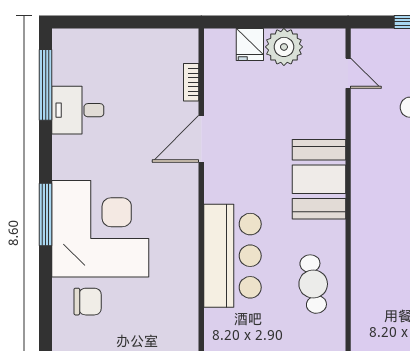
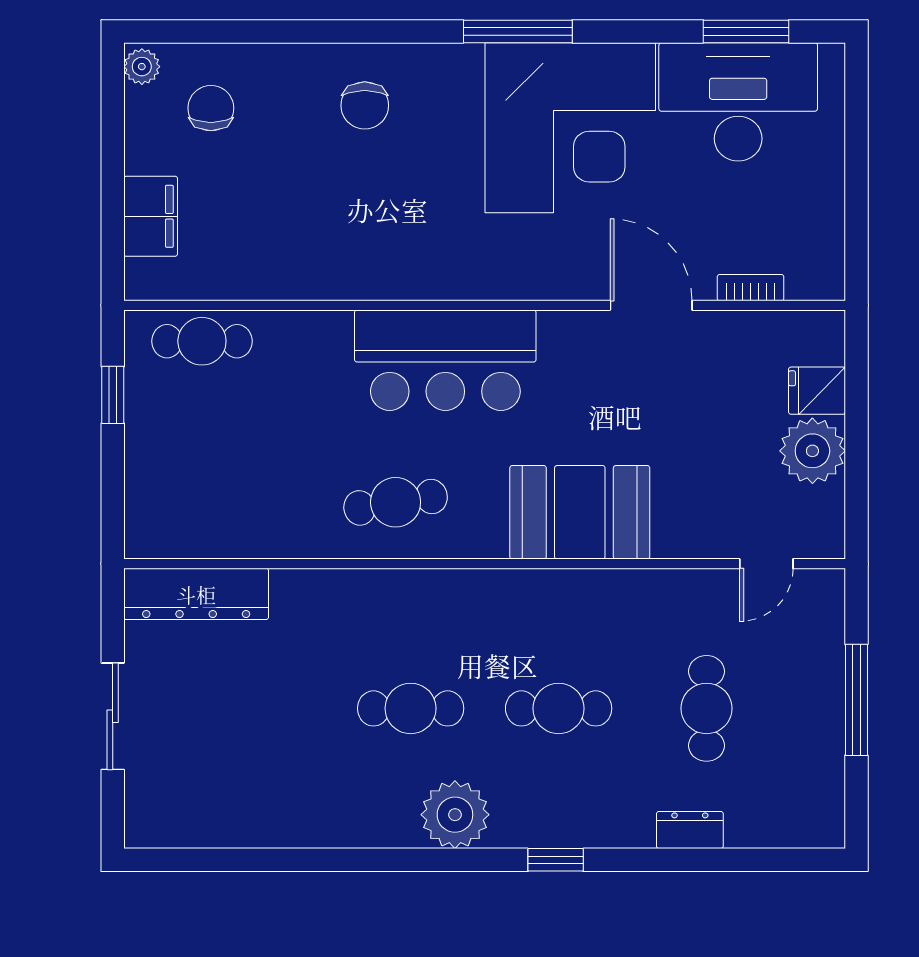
window: (46, 85) -> (746, 31), width x0.69
desk: (78, 110) -> (738, 102), width x1.87, depth x1.30
corner desk: (100, 229) -> (570, 128), moved

